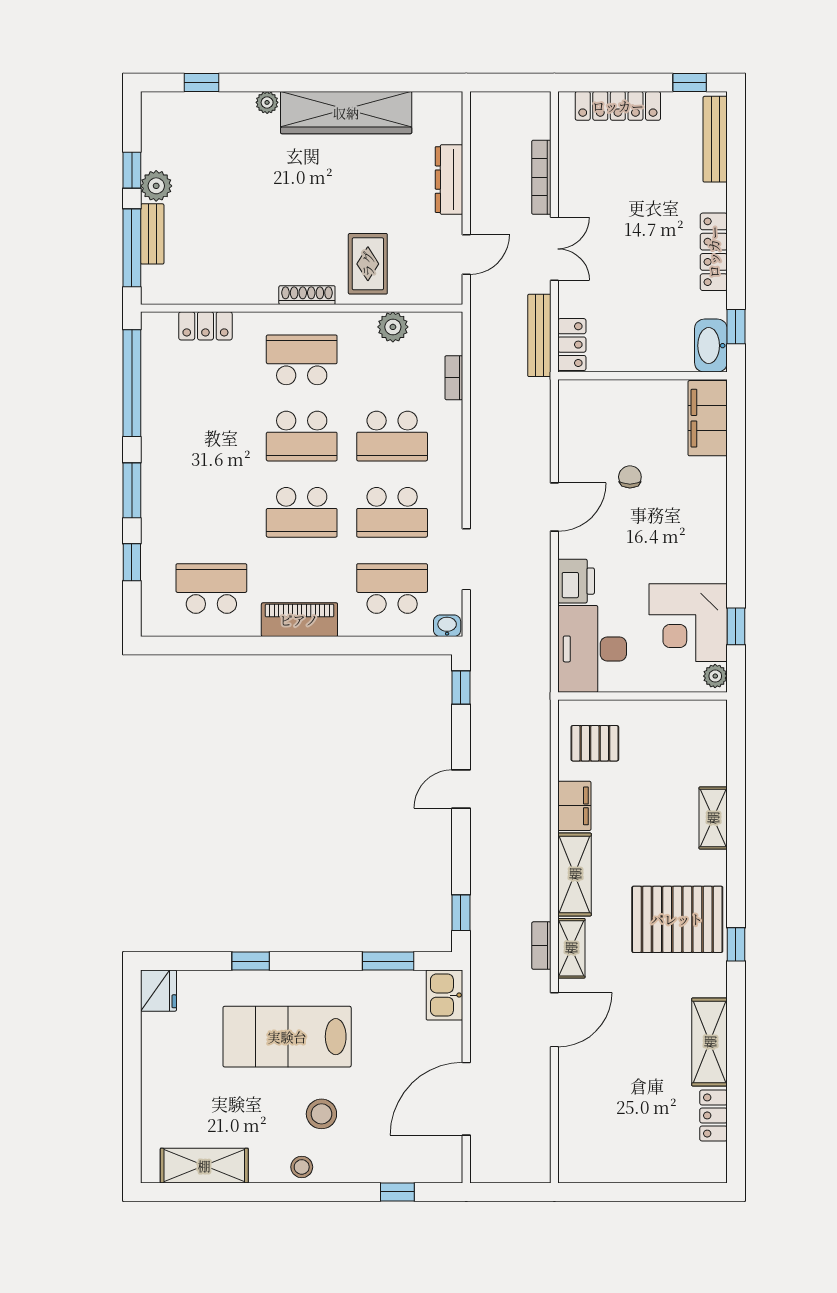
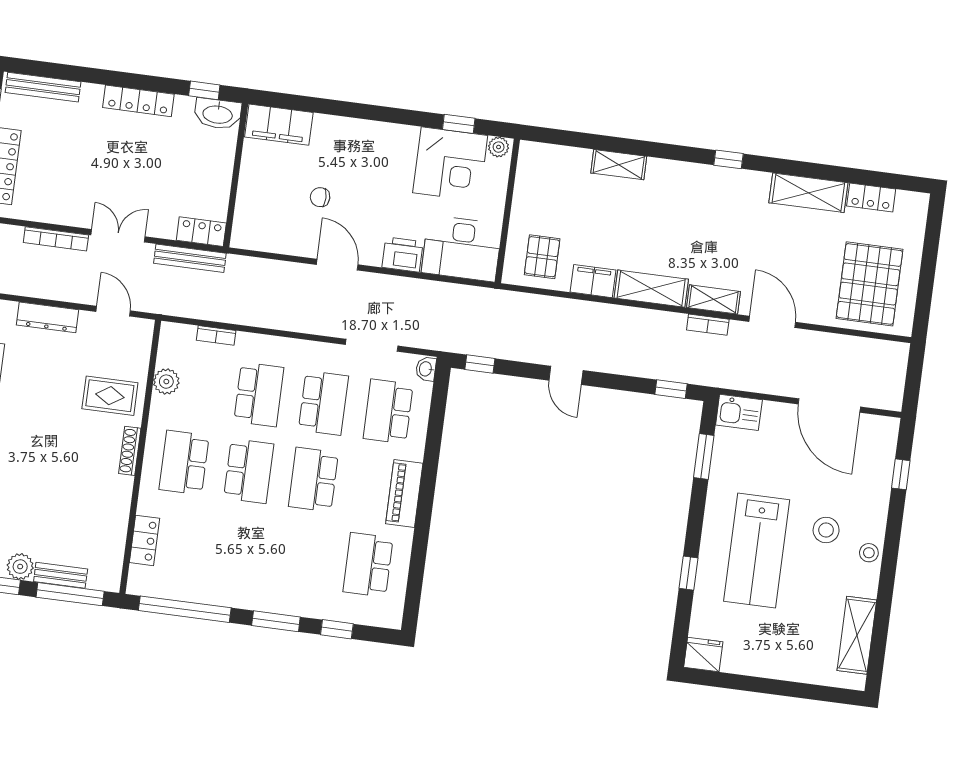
school desk: (302, 512) -> (313, 480), turned 180
pallet: (677, 919) -> (870, 284), moved

